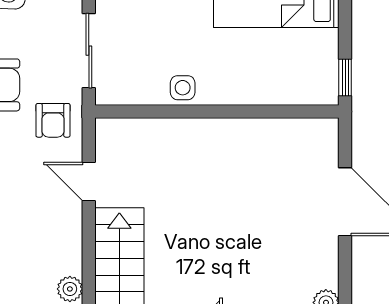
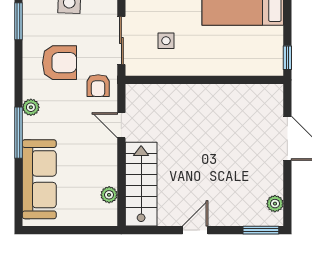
side table: (183, 88) -> (166, 41), moved

